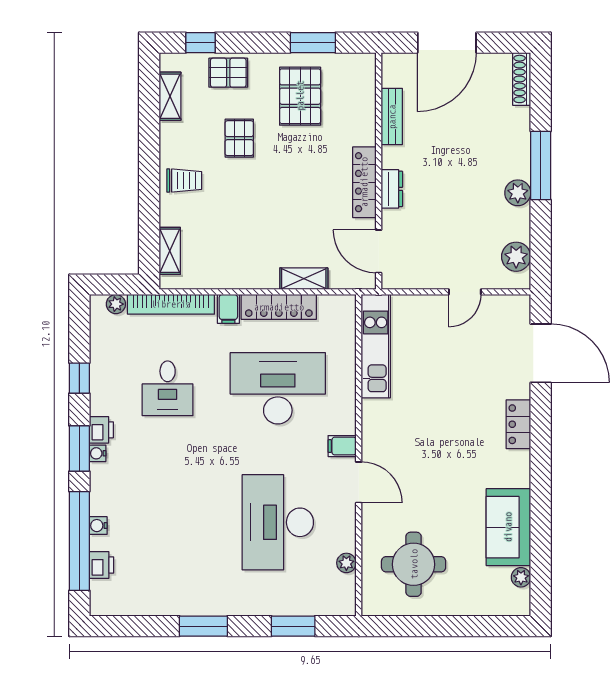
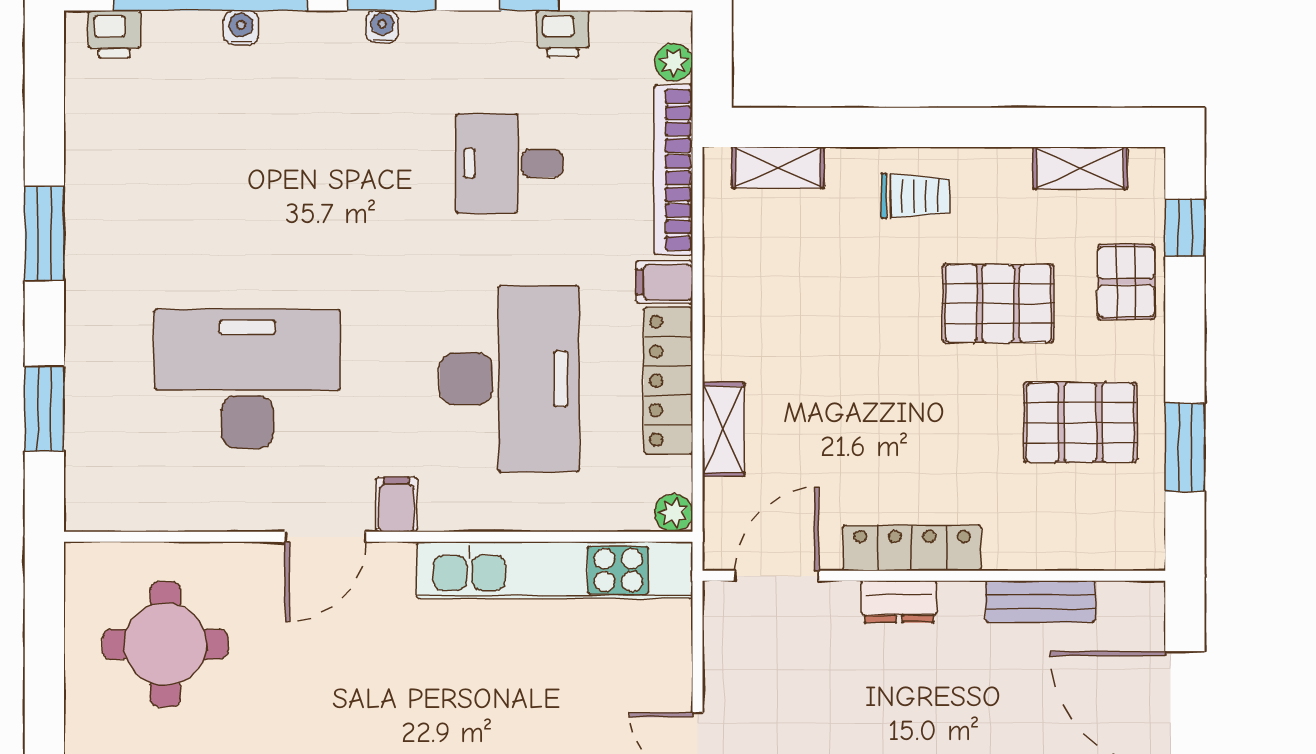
pallet: (239, 138) -> (998, 303), width x1.50, depth x1.42
trolley: (184, 181) -> (915, 196), turned -90
kitchen unit: (376, 346) -> (555, 570), width x1.36
printer: (101, 430) -> (563, 34), moved
plant: (346, 563) -> (674, 513), moved
printer: (101, 565) -> (114, 34), moved

